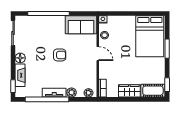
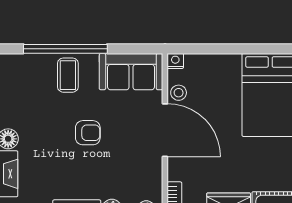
coffee table: (50, 26) -> (68, 75), added
door: (98, 54) -> (165, 130), width x1.87

